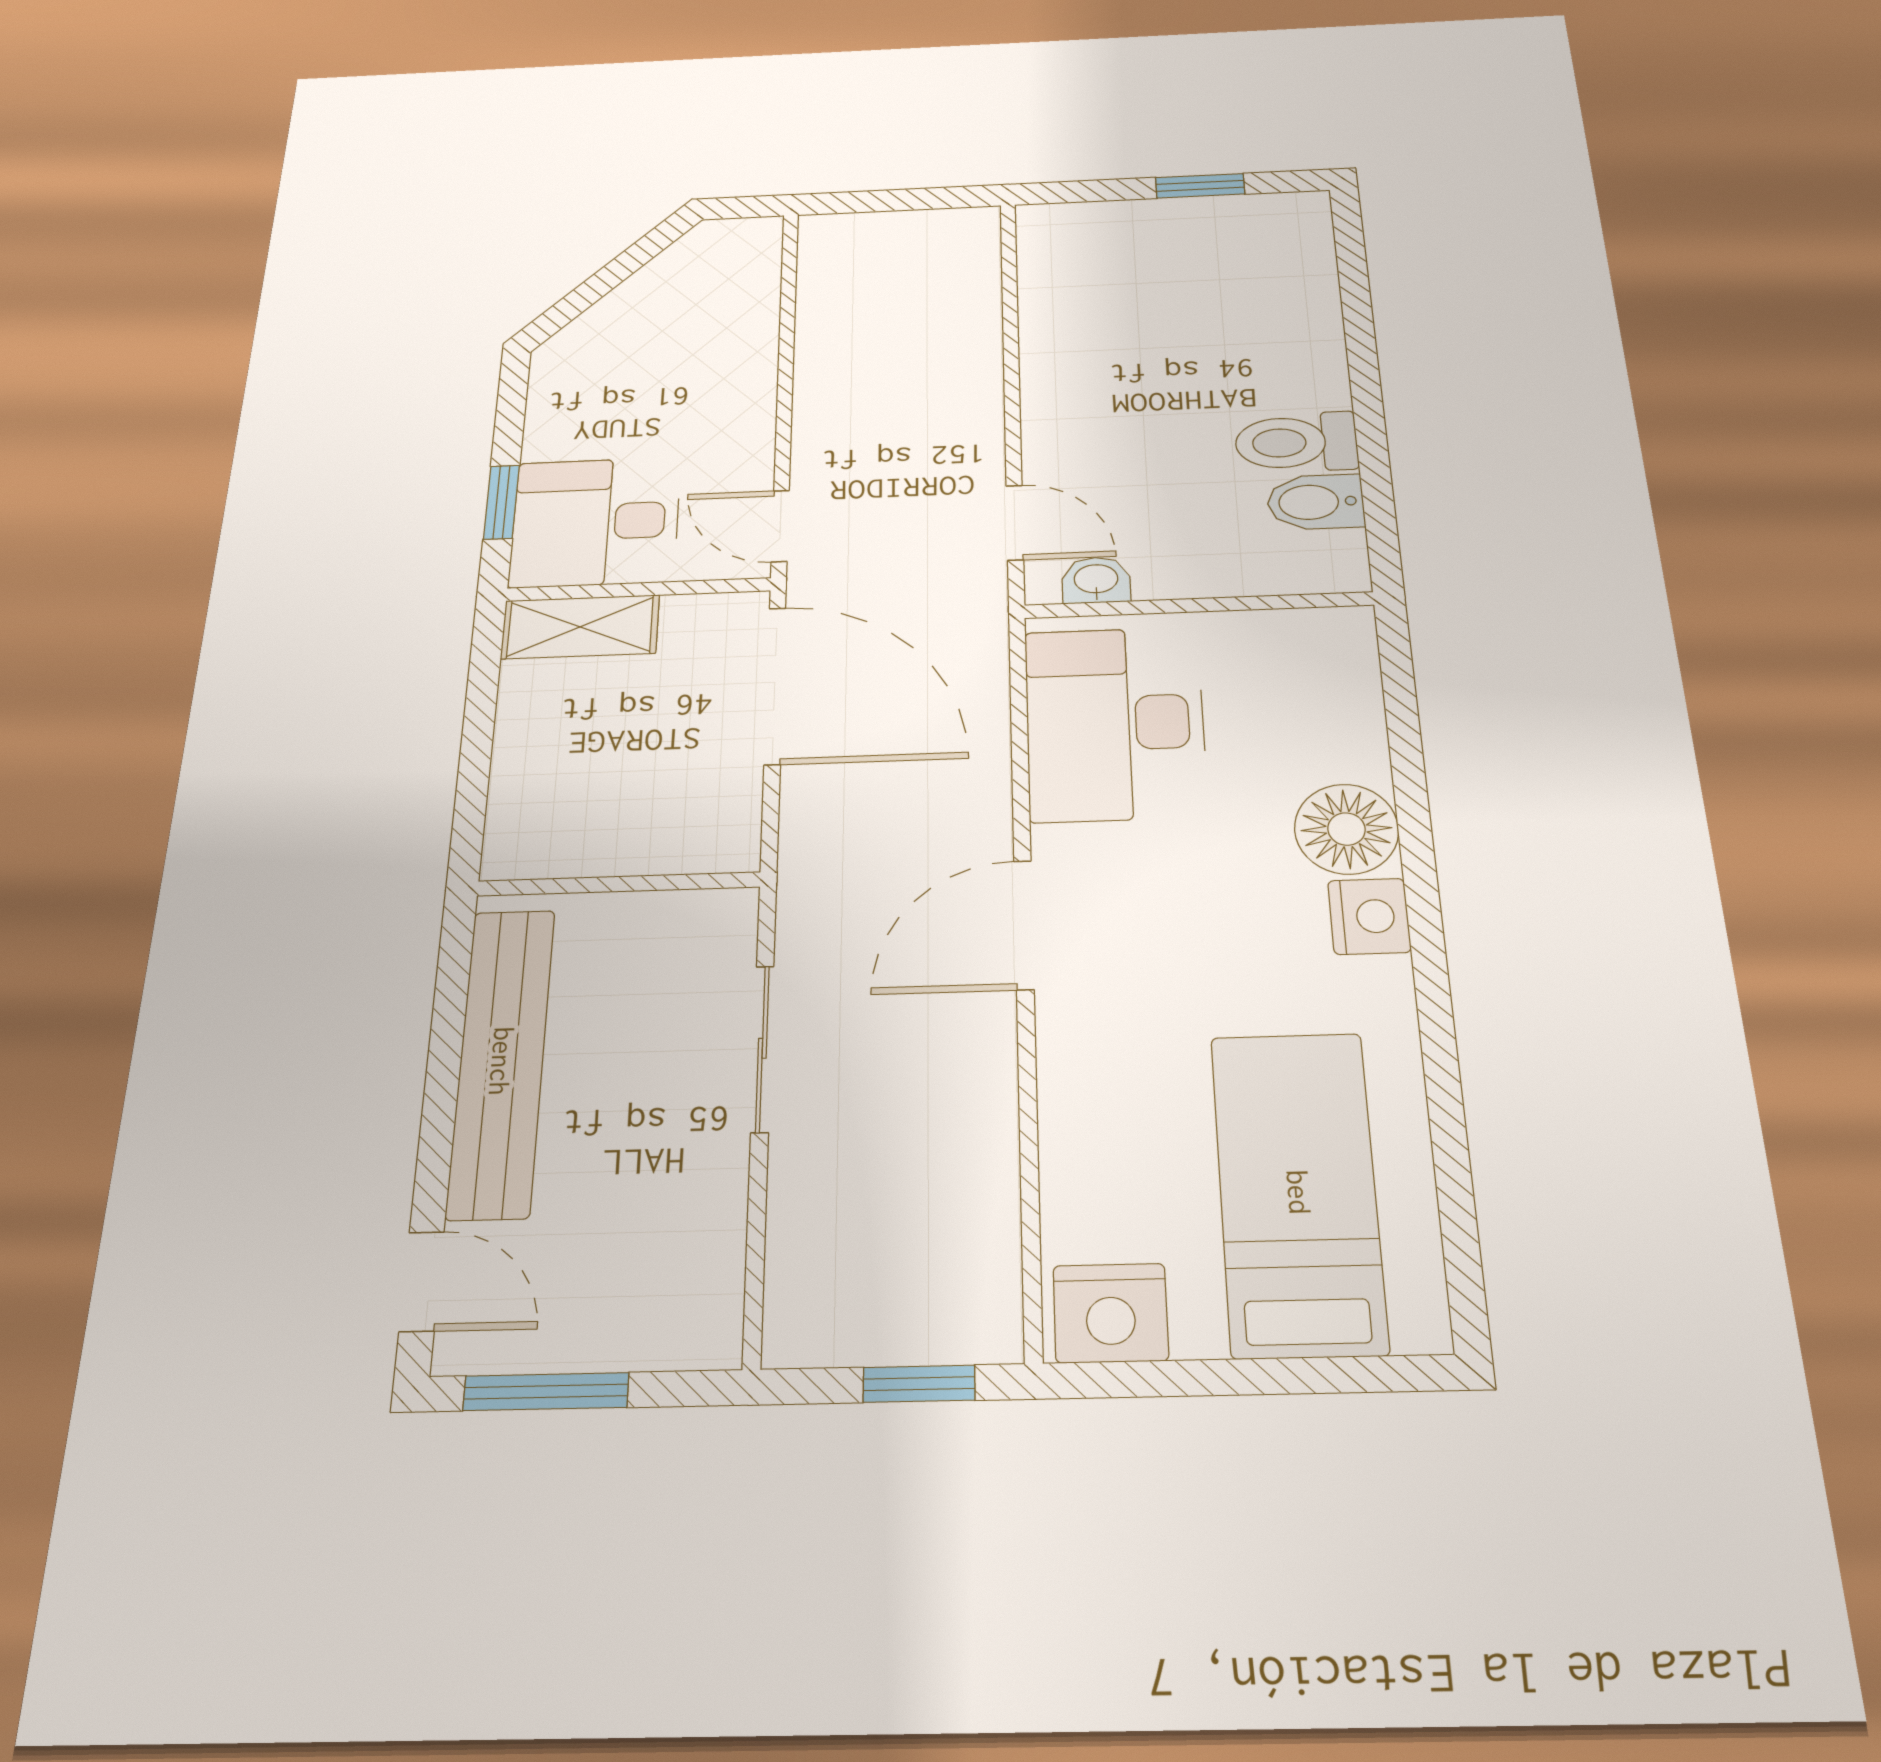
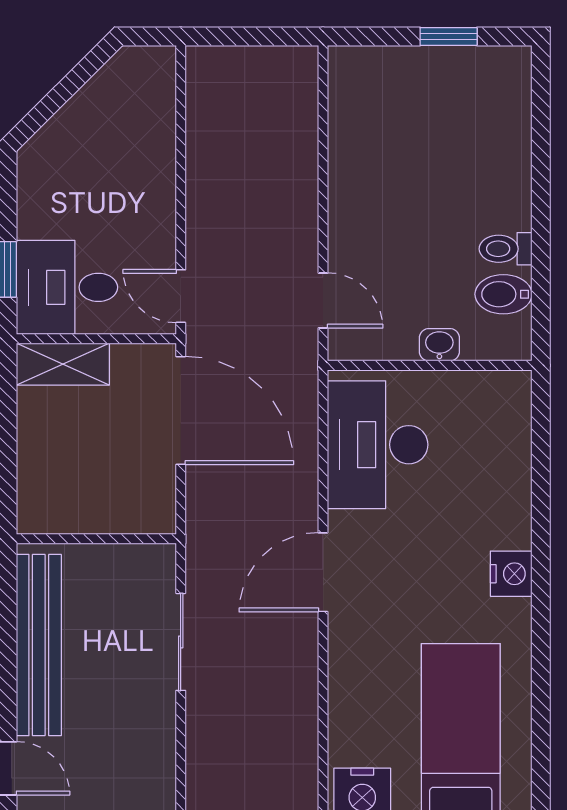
toilet: (1296, 442) -> (506, 249), width x0.73, depth x0.72
washbasin: (1096, 580) -> (439, 345), moved
floor lamp: (1346, 829) -> (503, 519), removed

